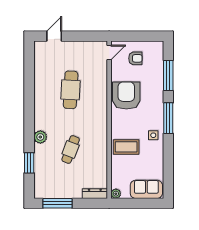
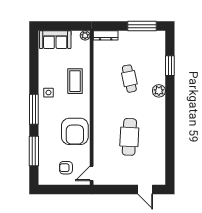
door: (54, 36) -> (145, 189), hinge flipped
coffee table: (126, 147) -> (75, 81), turned 90
cafe table: (71, 150) -> (129, 79), turned -33

